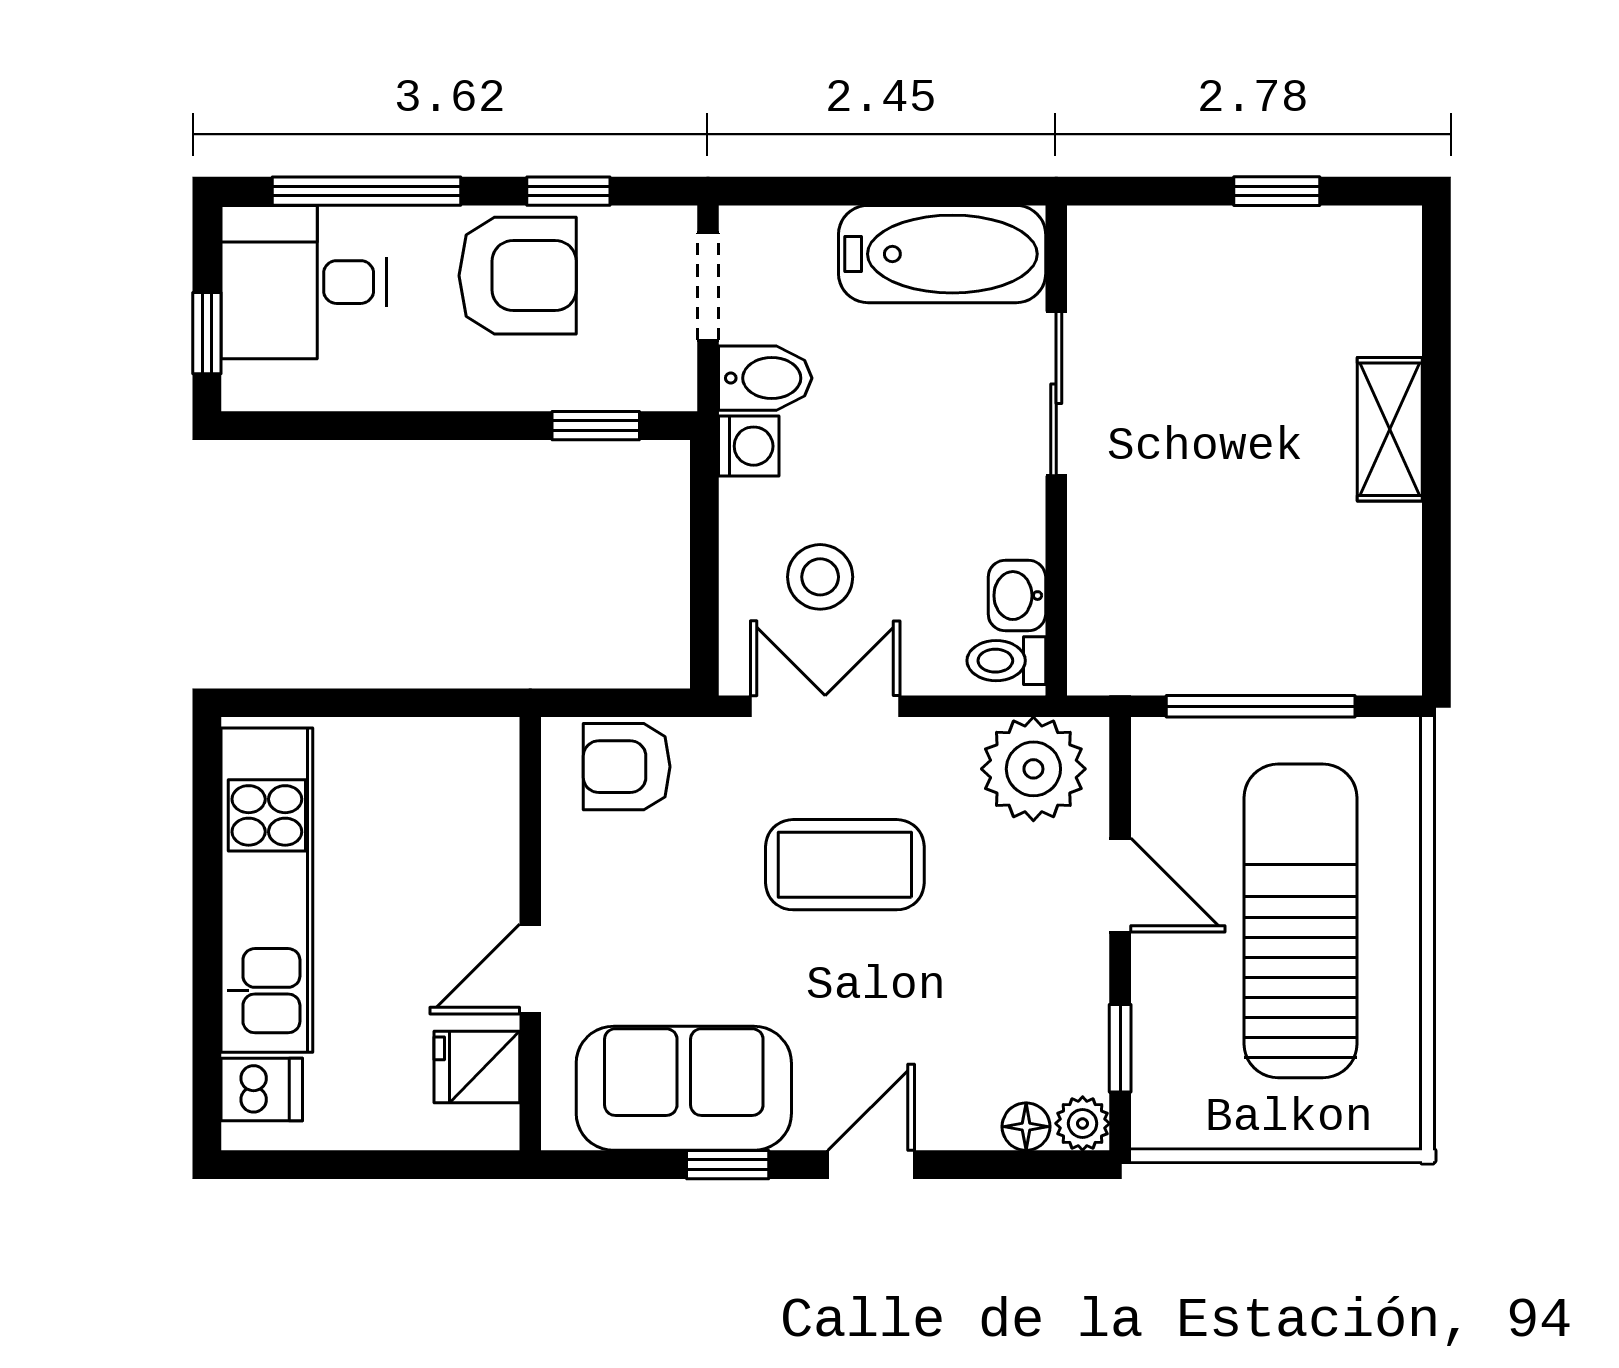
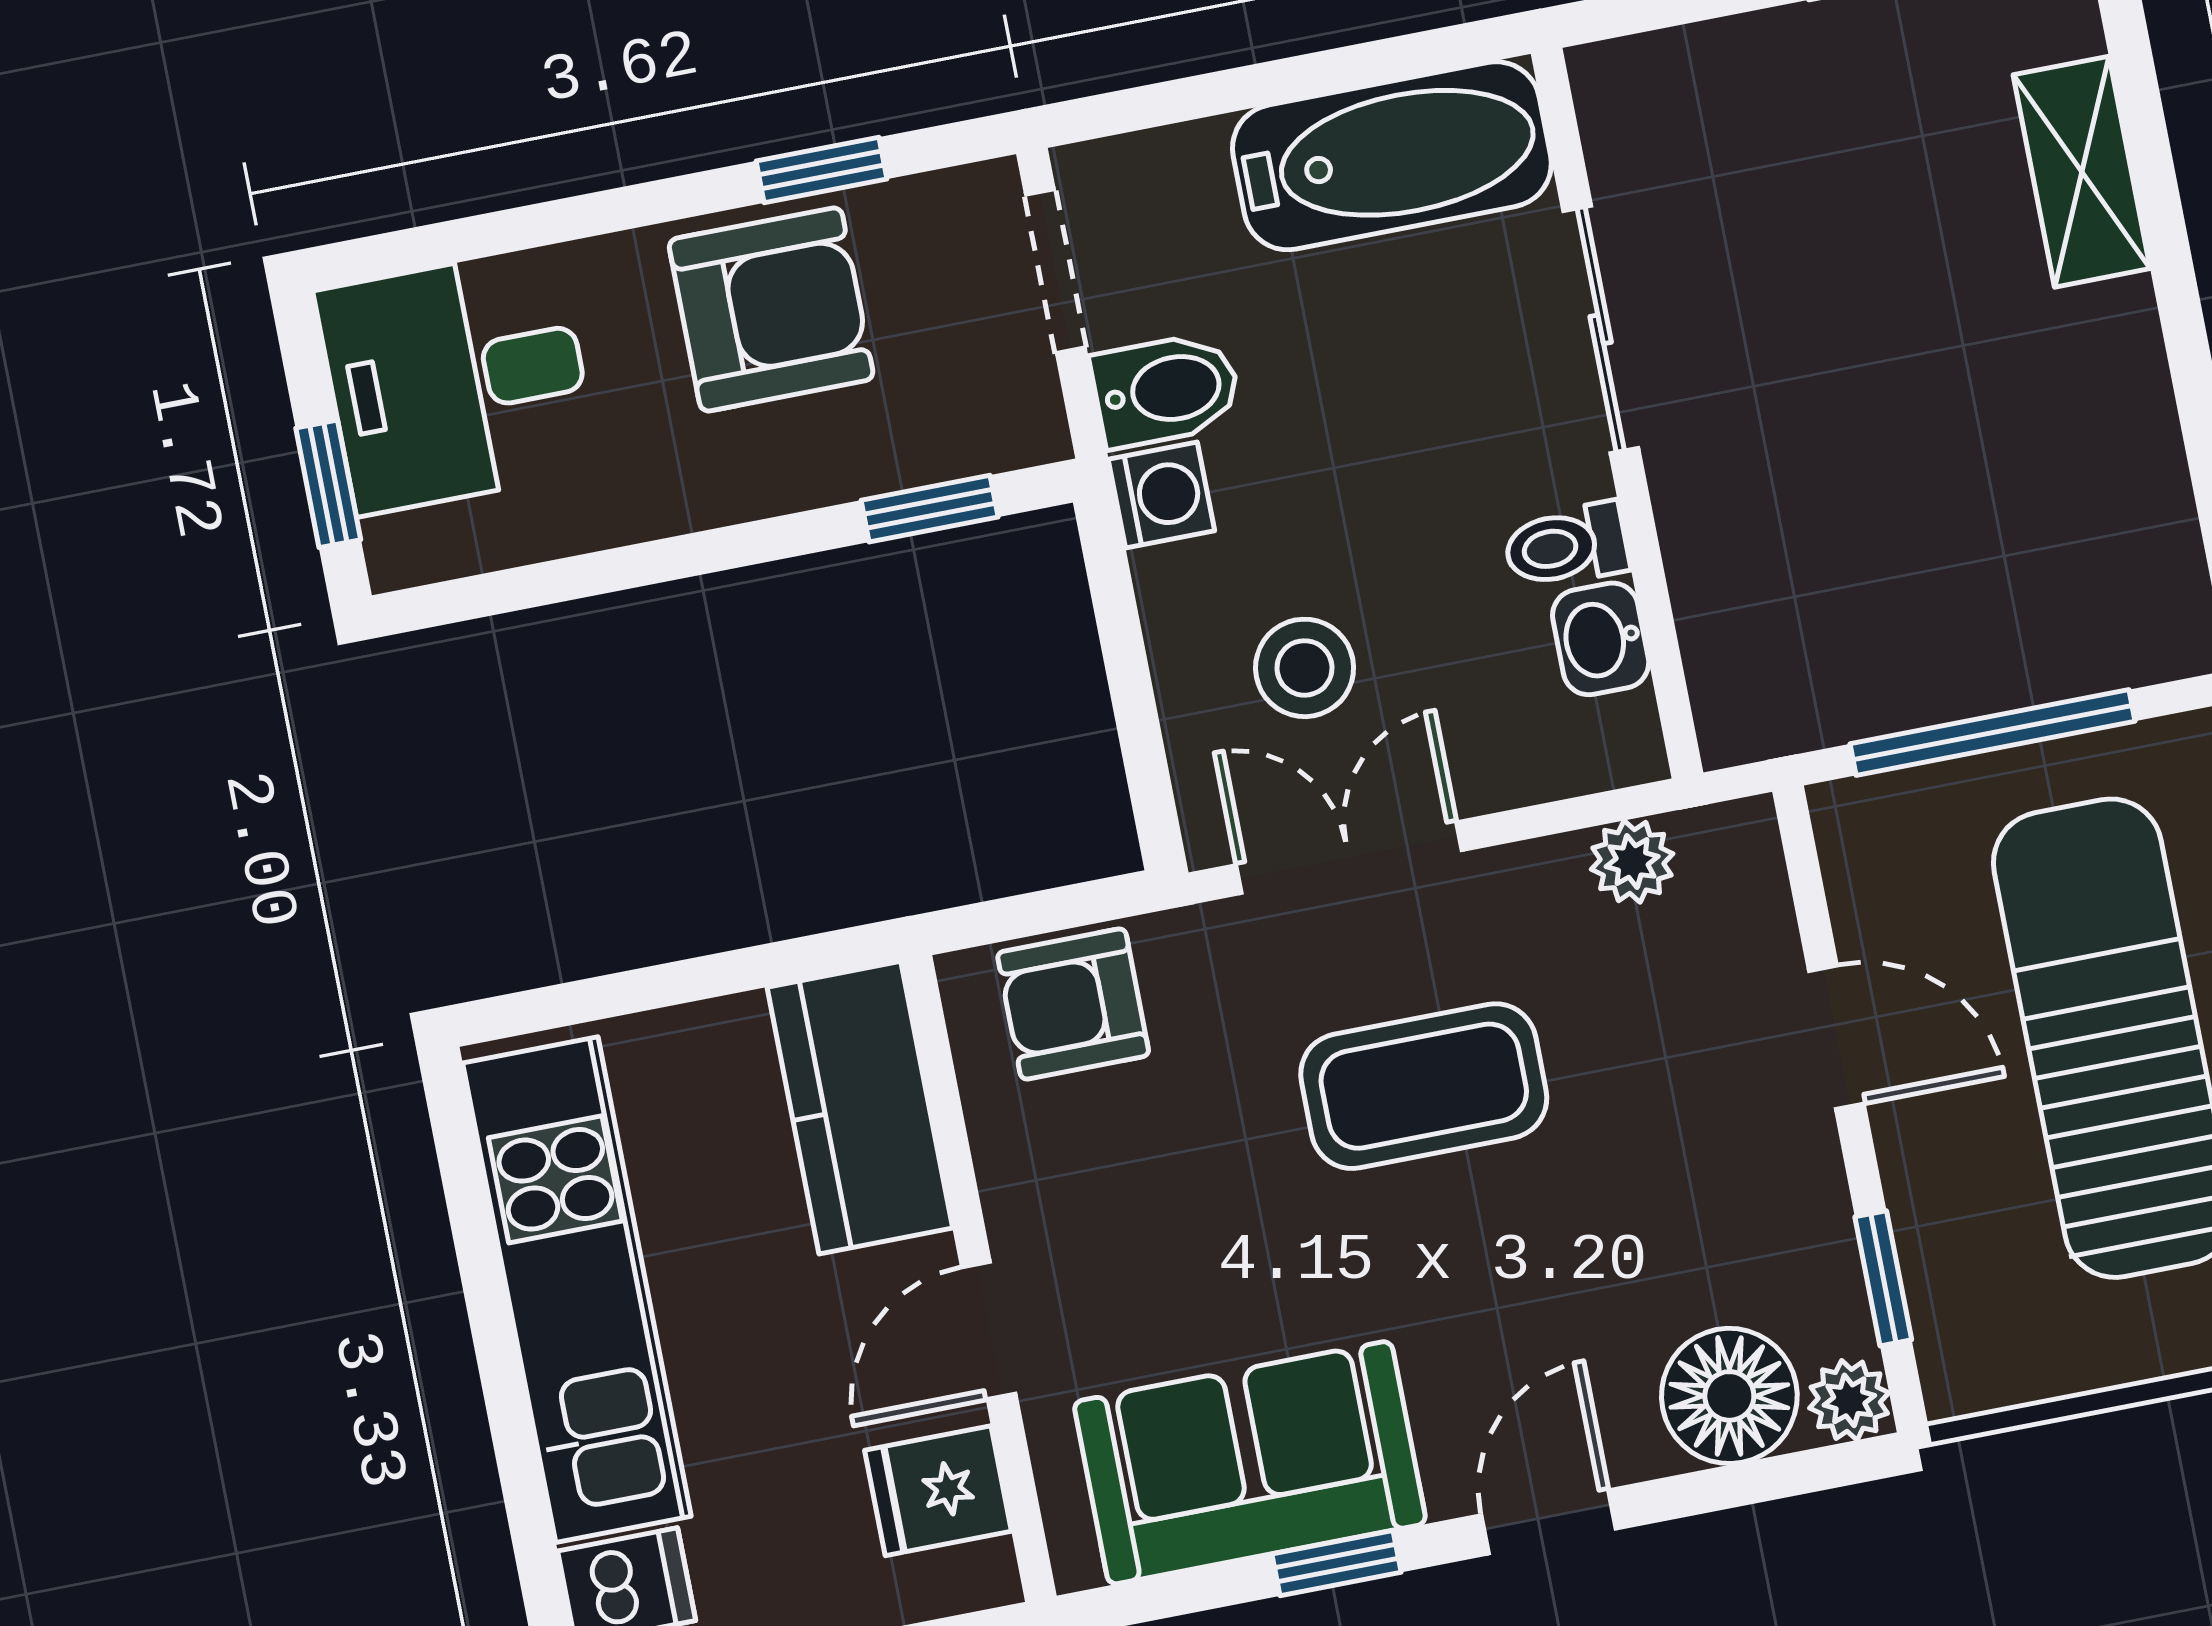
window: (366, 191) -> (523, 228), removed
shelving: (1390, 429) -> (2082, 172), moved
toilet: (1006, 661) -> (1566, 546), moved
plant: (1033, 769) -> (1632, 861), width x0.53, depth x0.53
kitchen counter: (474, 807) -> (860, 1108), added
floor lamp: (1026, 1127) -> (1729, 1396), width x1.89, depth x1.89

